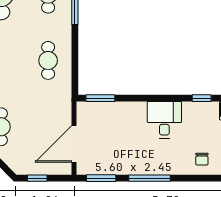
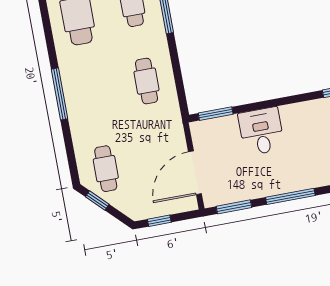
desk: (164, 120) -> (261, 131), moved

